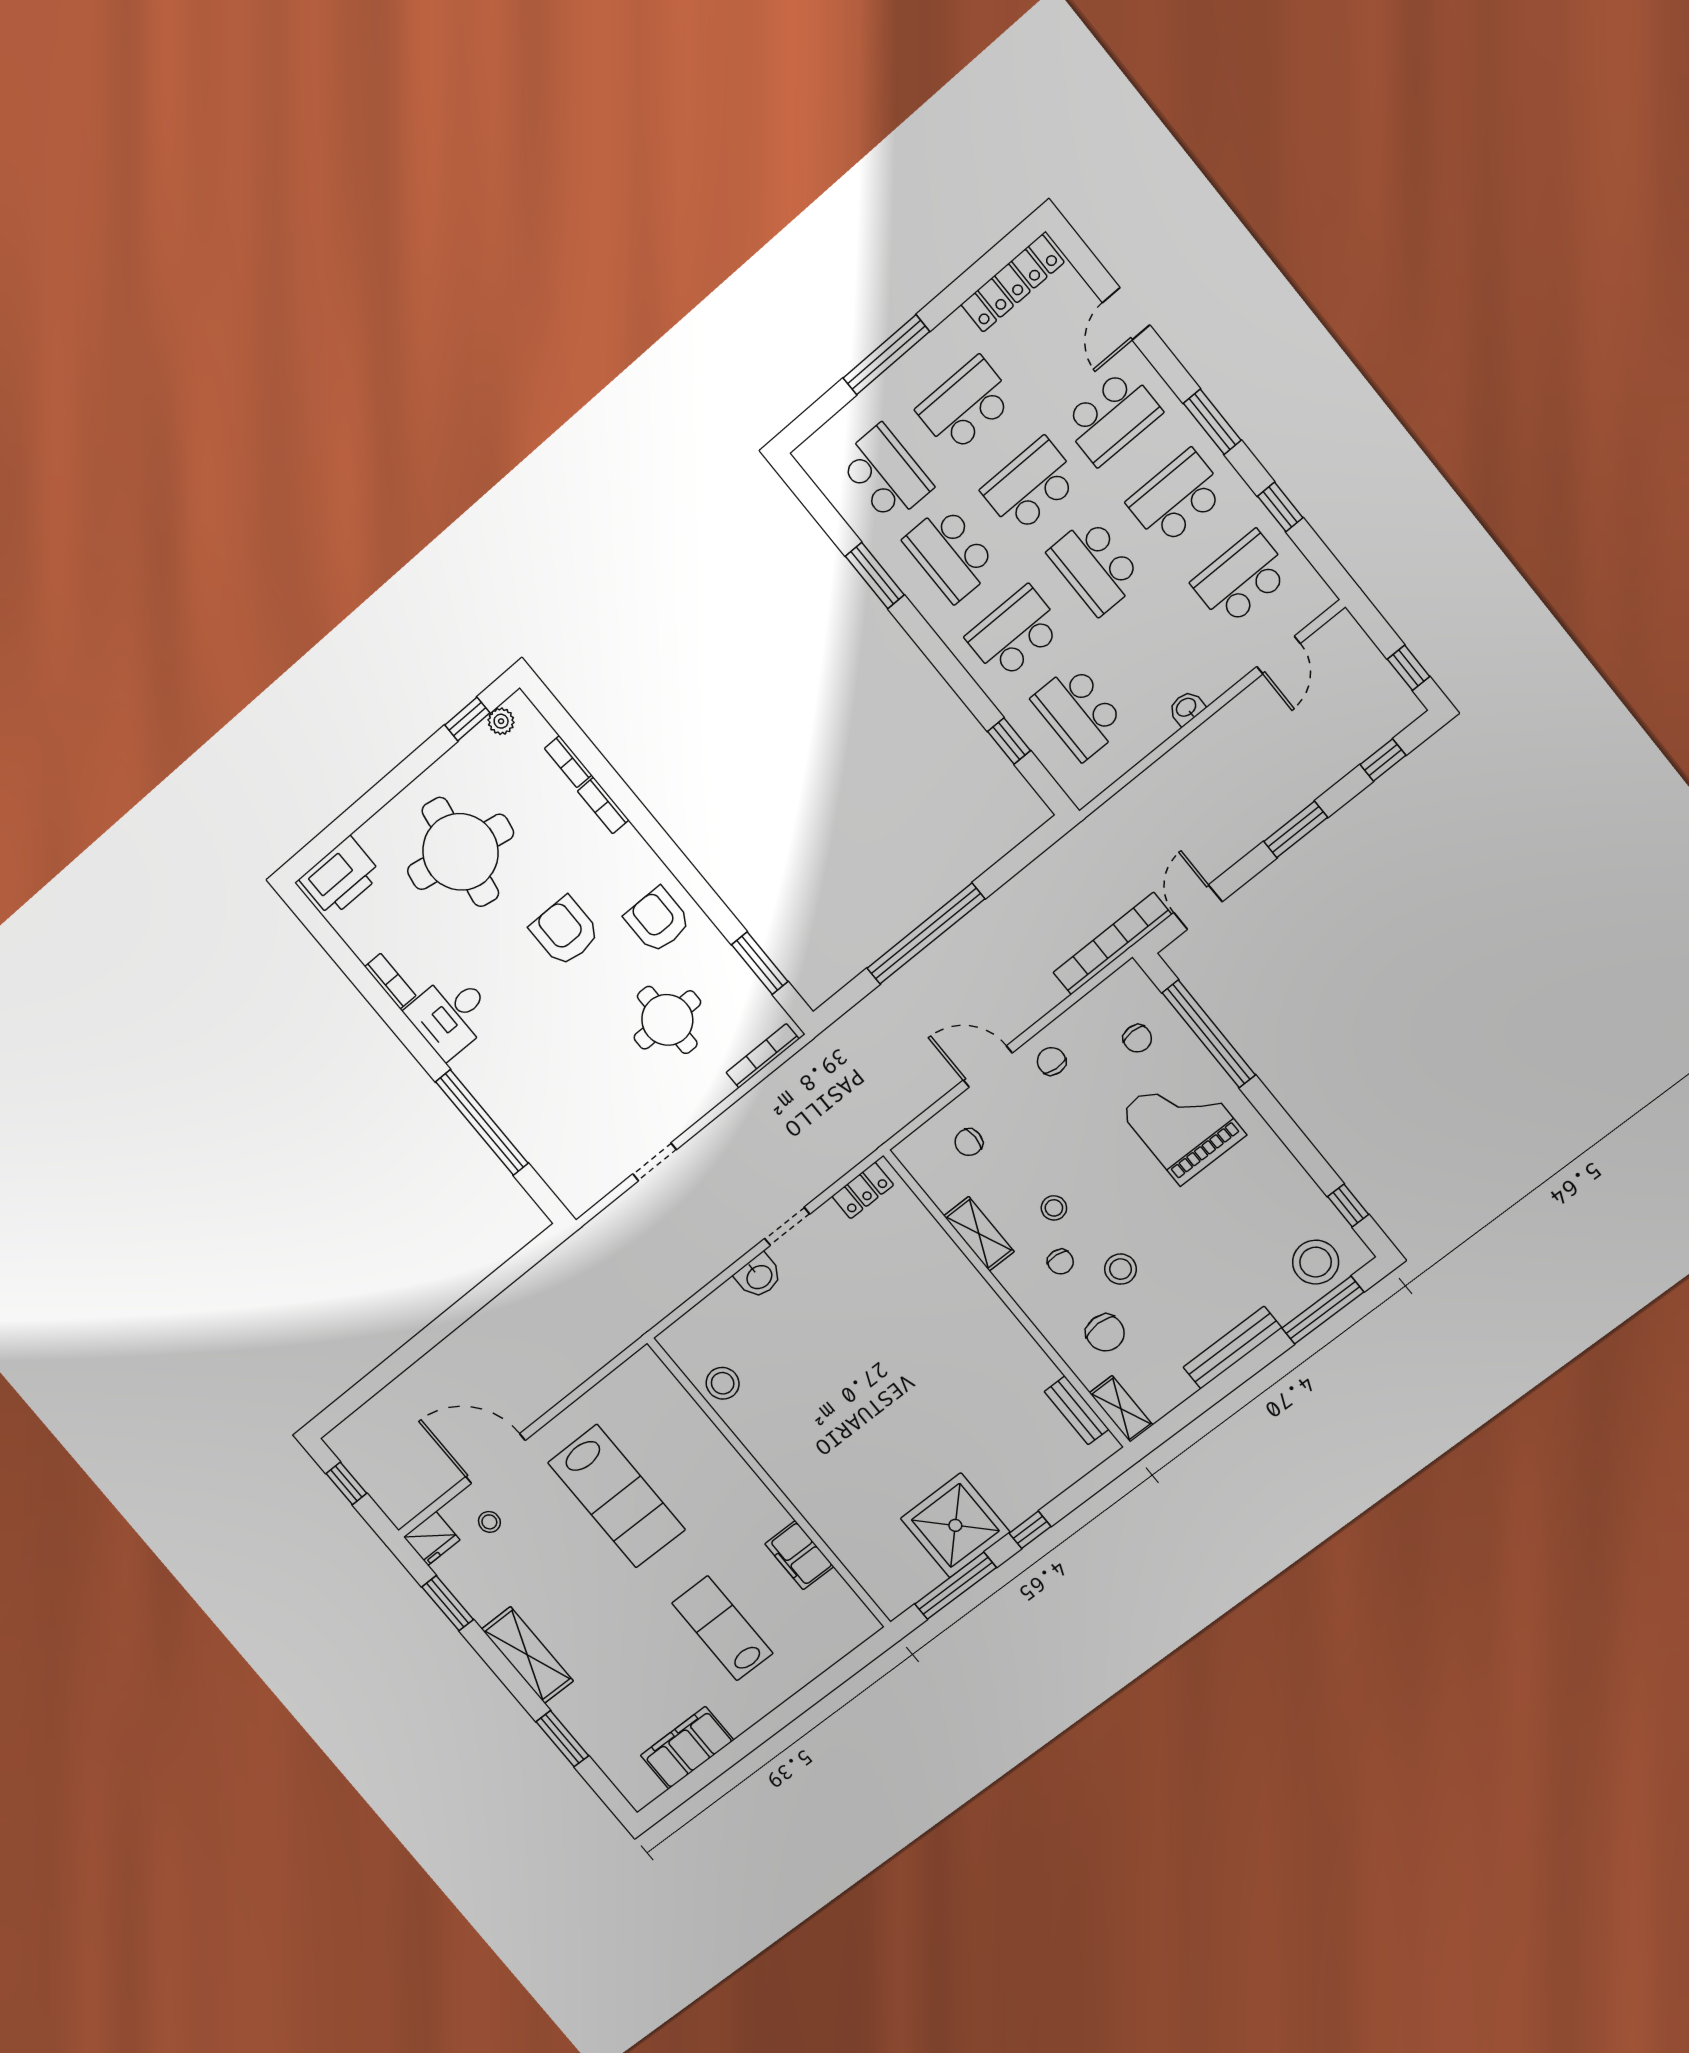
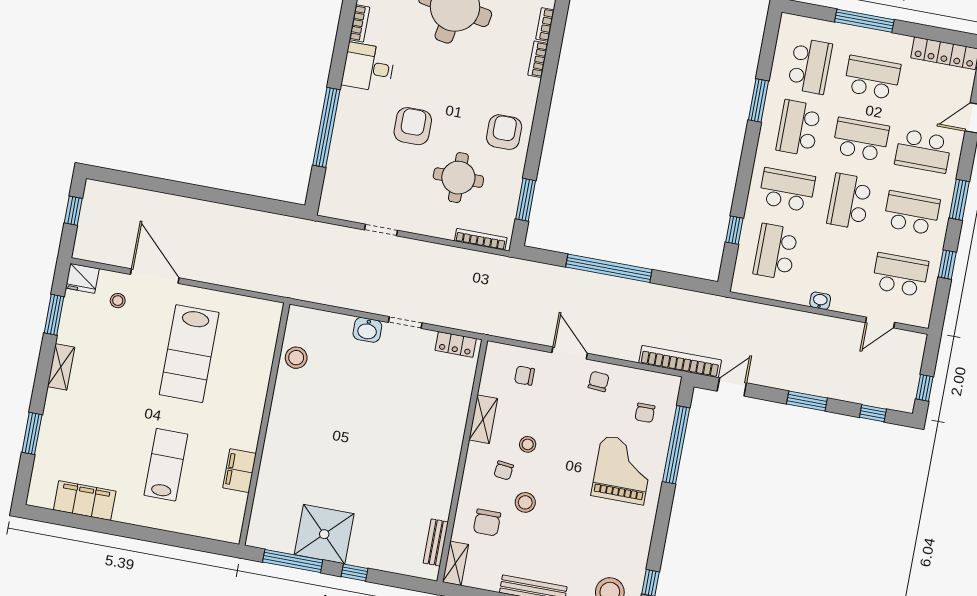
armchair: (565, 931) -> (413, 126), moved
shelving: (527, 1655) -> (61, 367), width x0.67, depth x0.75

